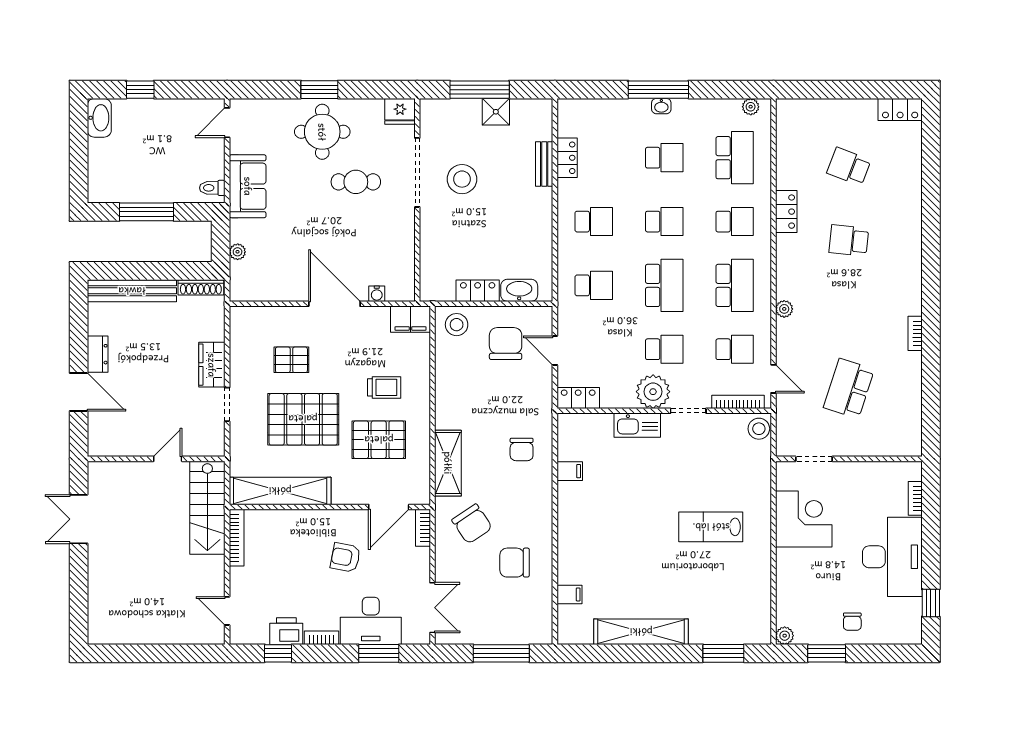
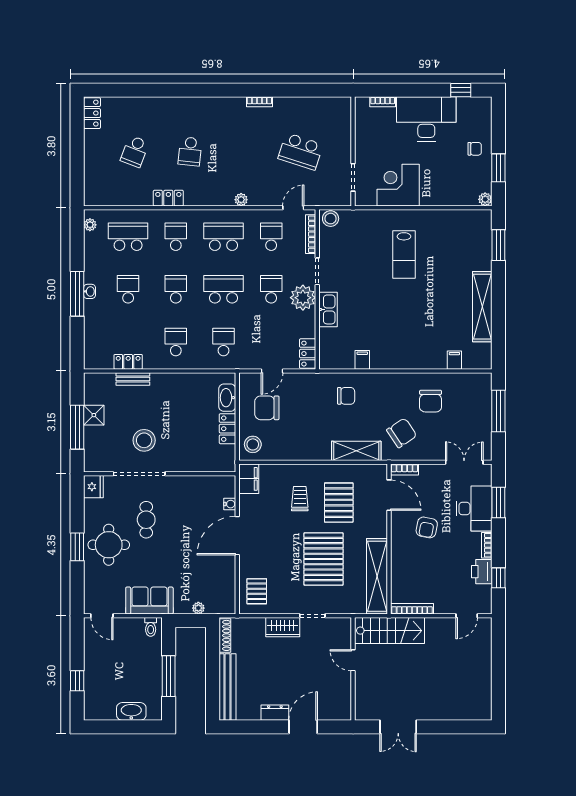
washbasin: (99, 118) -> (131, 711), moved
pallet: (291, 360) -> (257, 591), moved

